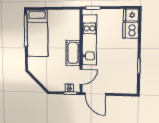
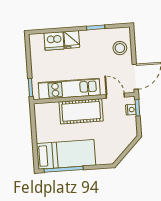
fridge: (131, 15) -> (72, 39), moved
cot: (73, 53) -> (81, 111), width x1.37, depth x1.34
stool: (120, 84) -> (120, 48), added

